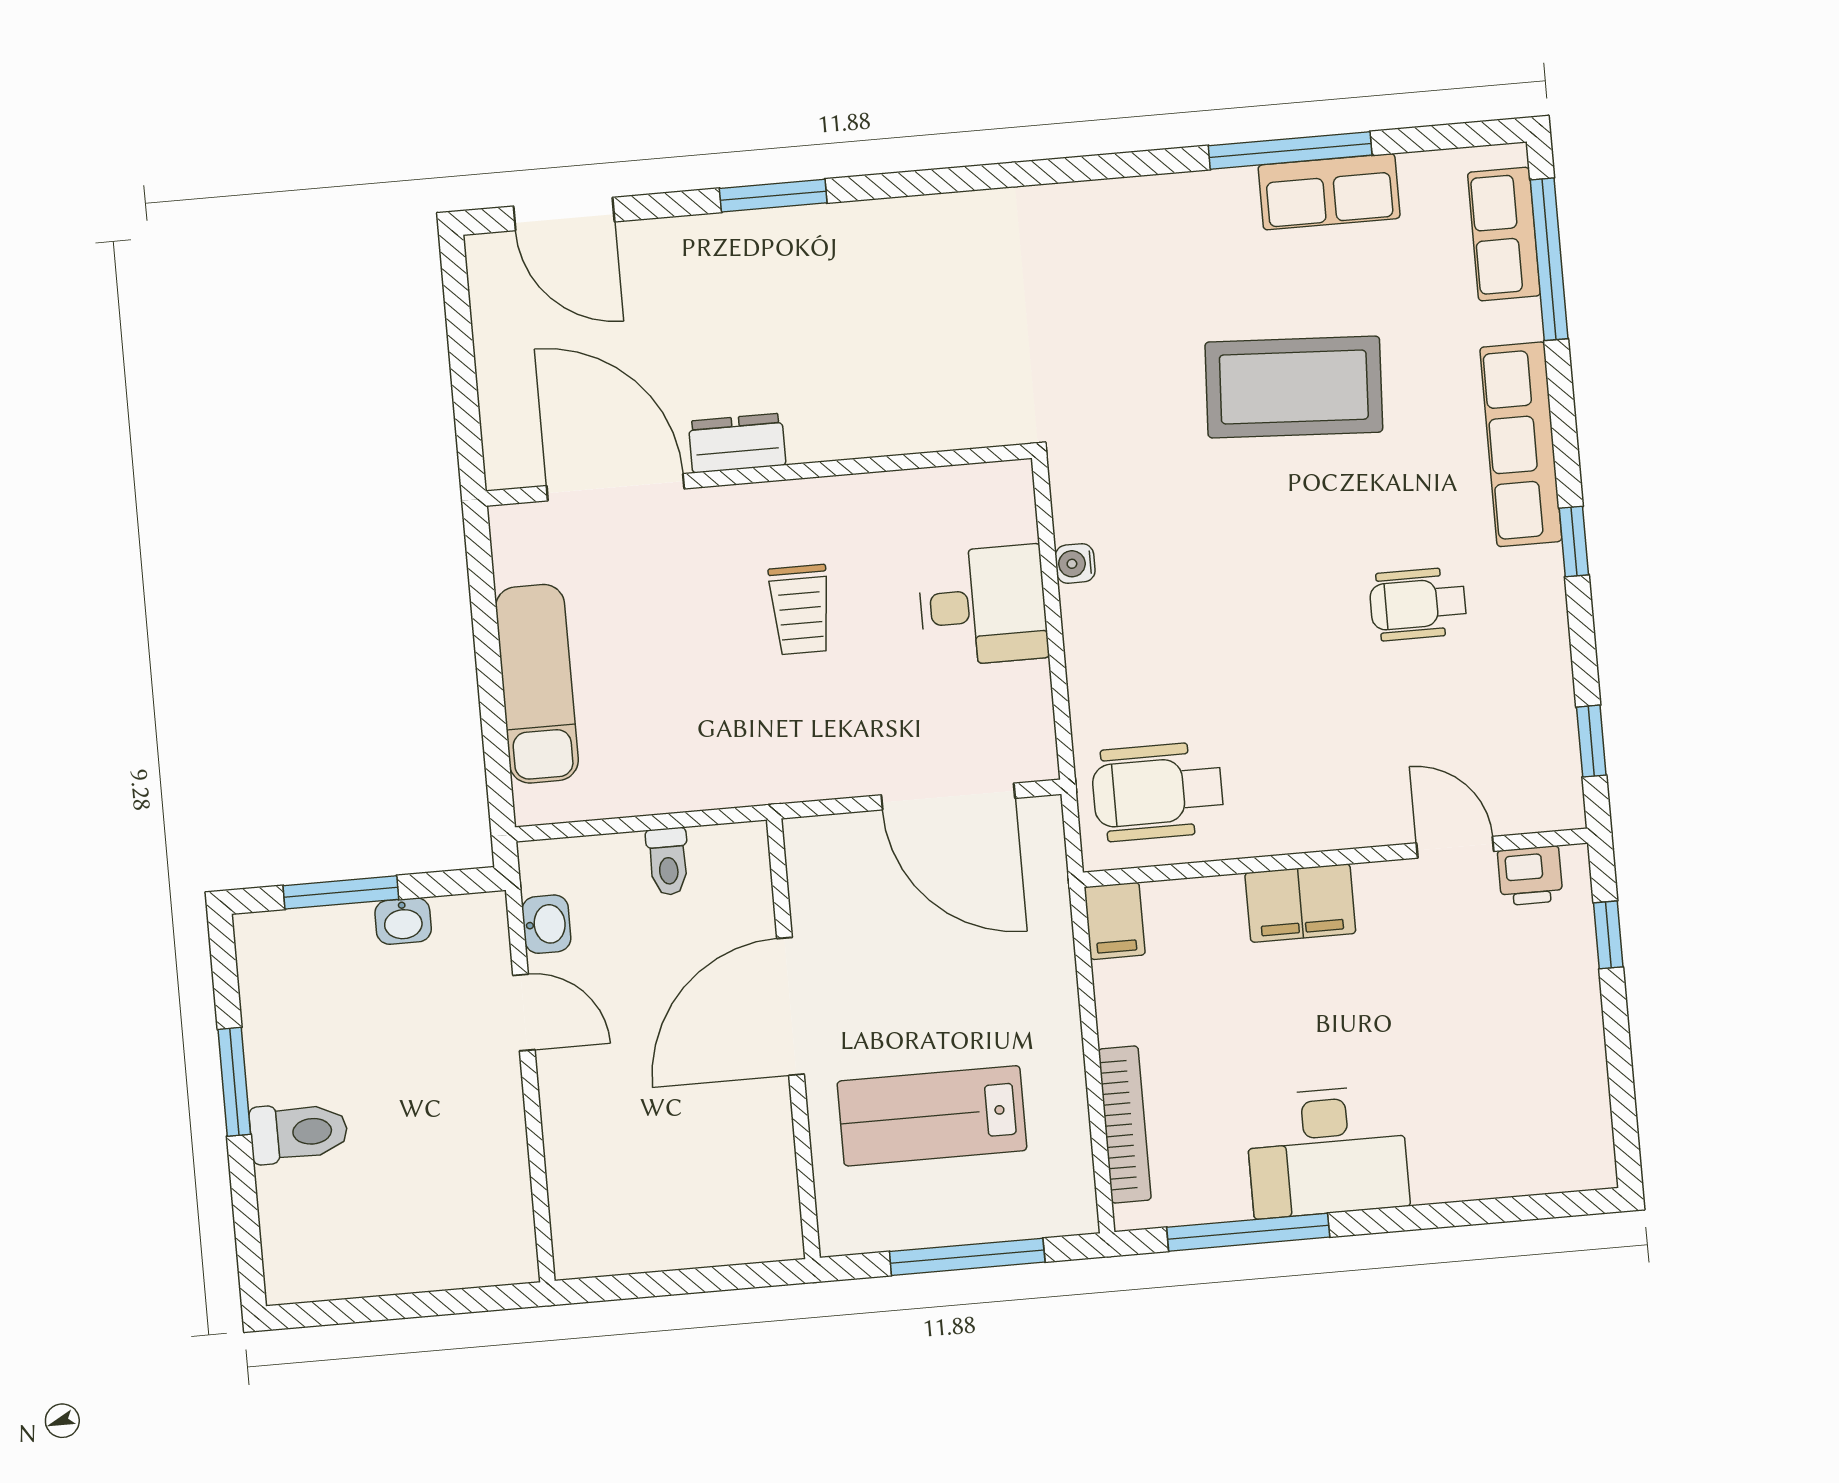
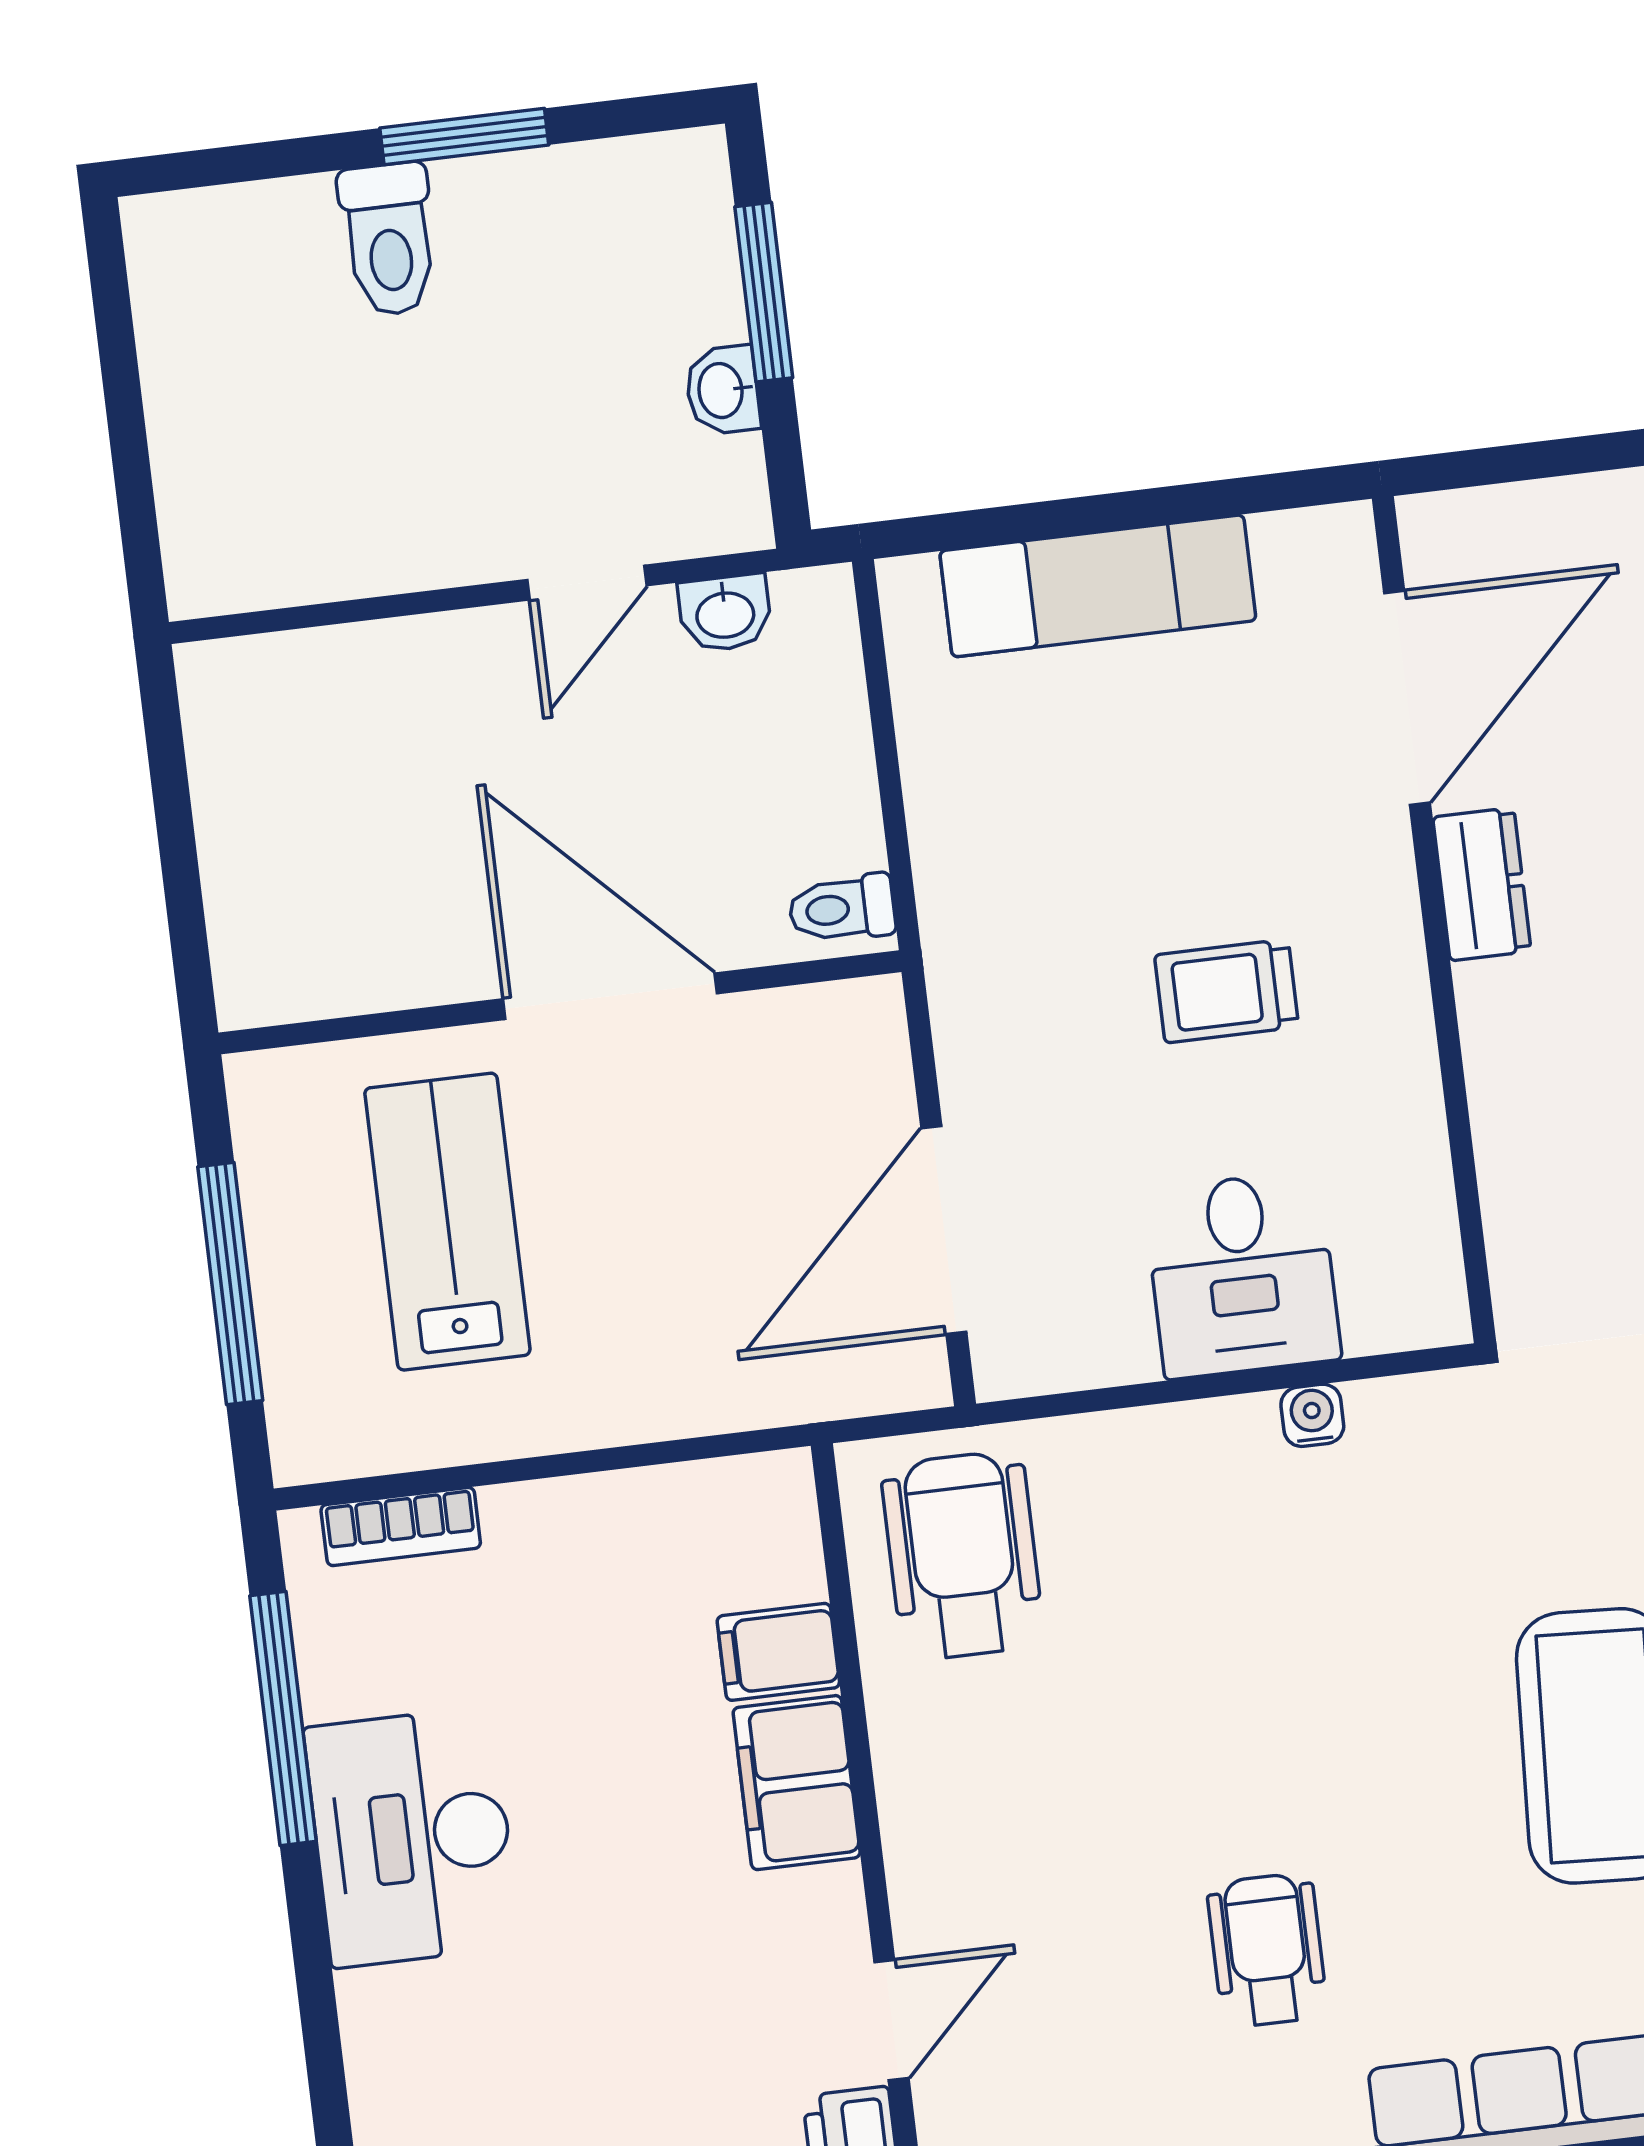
toilet: (668, 862) -> (842, 909), moved
filing cabinet: (1115, 921) -> (778, 1652), moved
bookcase: (1125, 1125) -> (401, 1527), width x0.64

